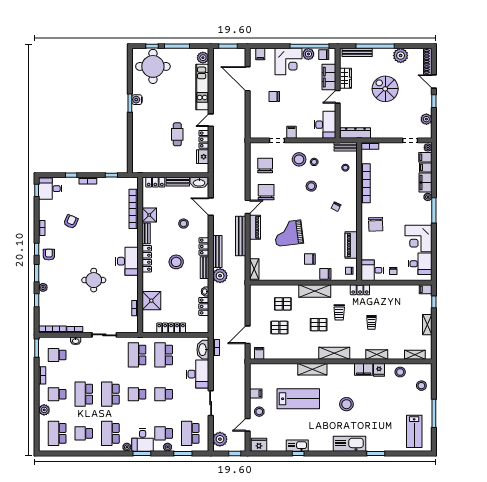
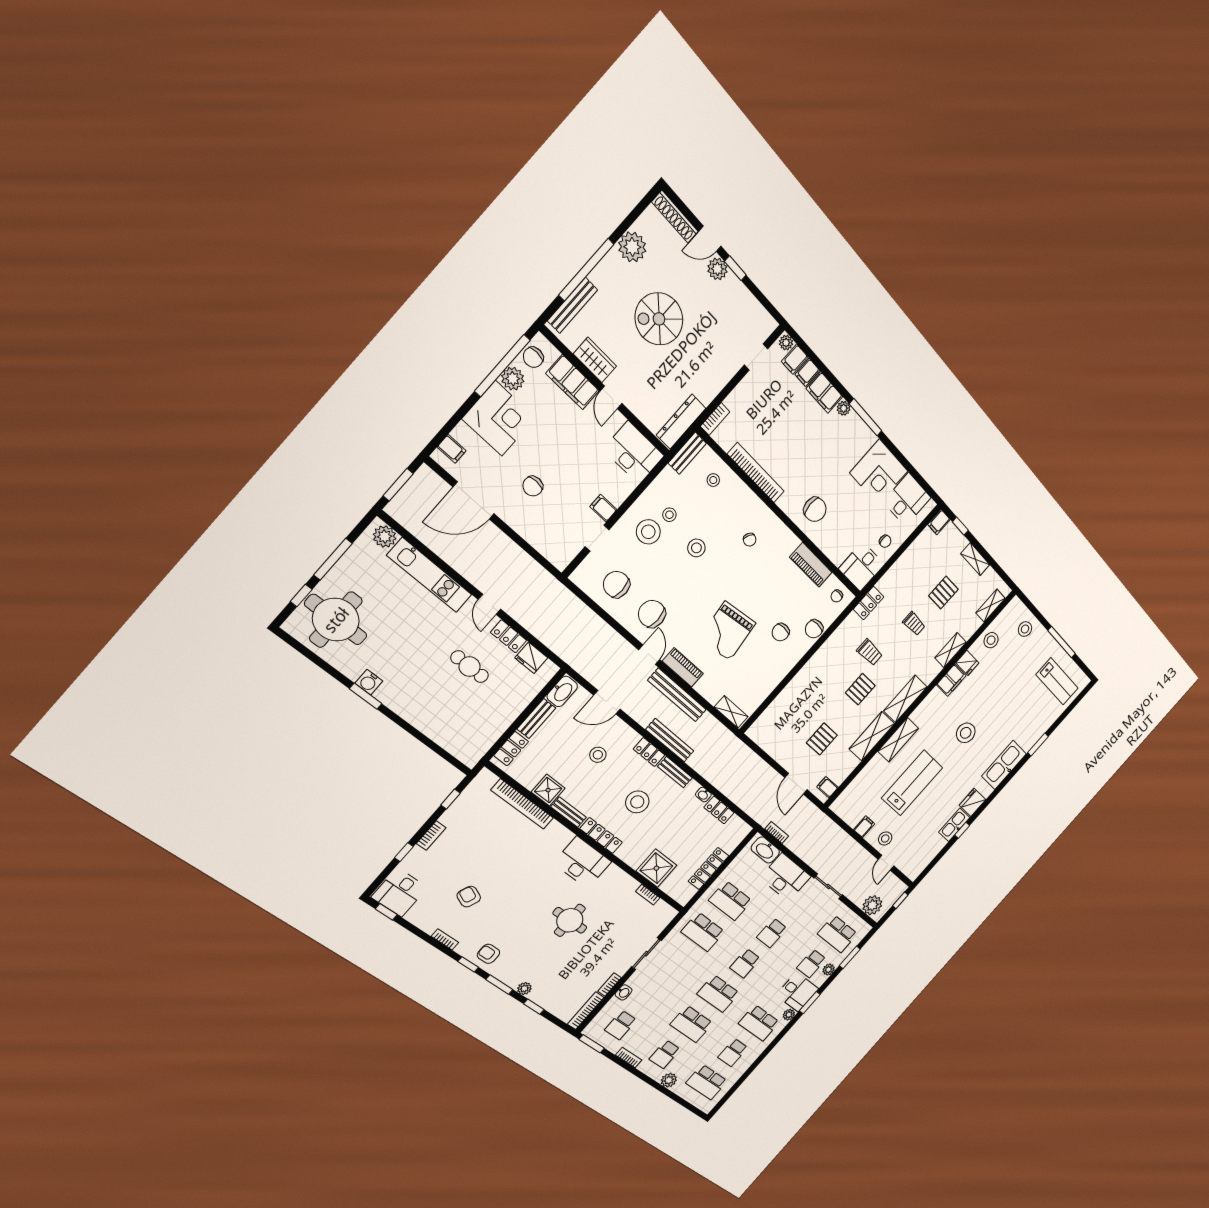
plant: (426, 119) -> (717, 269), moved
plant: (220, 276) -> (701, 761), removed
shelving: (315, 291) -> (872, 736), moved
pallet: (283, 304) -> (943, 592), moved
fridge: (259, 445) -> (973, 802), moved

